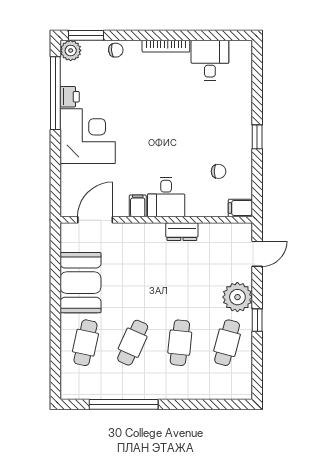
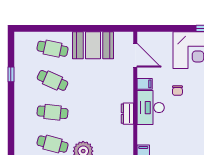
chair: (219, 171) -> (177, 91), moved
desk: (166, 197) -> (151, 108), width x1.37
window: (124, 404) -> (11, 74), width x0.32

